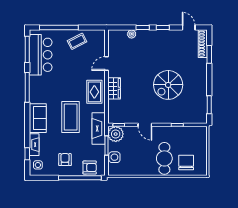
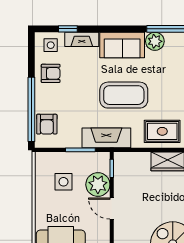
plant: (35, 97) -> (155, 41), added
door: (145, 125) -> (112, 209), hinge flipped
plant: (116, 134) -> (98, 185), moved
side table: (114, 157) -> (63, 182), moved
armchair: (65, 160) -> (51, 73), moved

